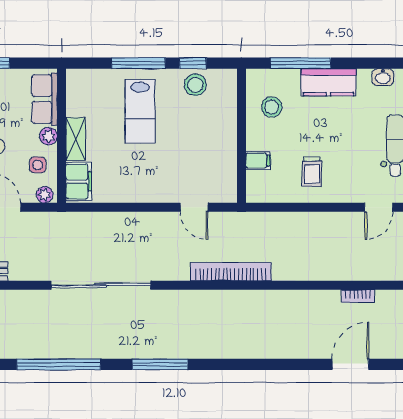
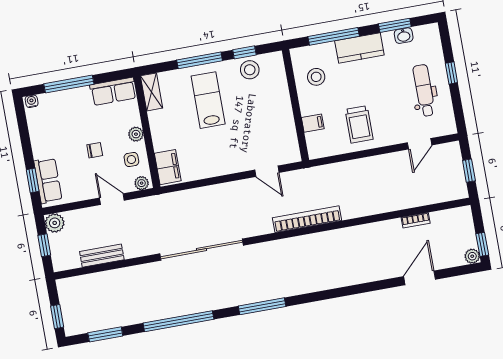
window: (375, 63) -> (395, 25), added
row of seats: (45, 99) -> (113, 91), moved, turned -90
lab bench: (140, 111) -> (208, 100), turned 180
shelving: (76, 139) -> (152, 92), moved
trolley: (312, 172) -> (359, 124), width x1.36, depth x1.39

